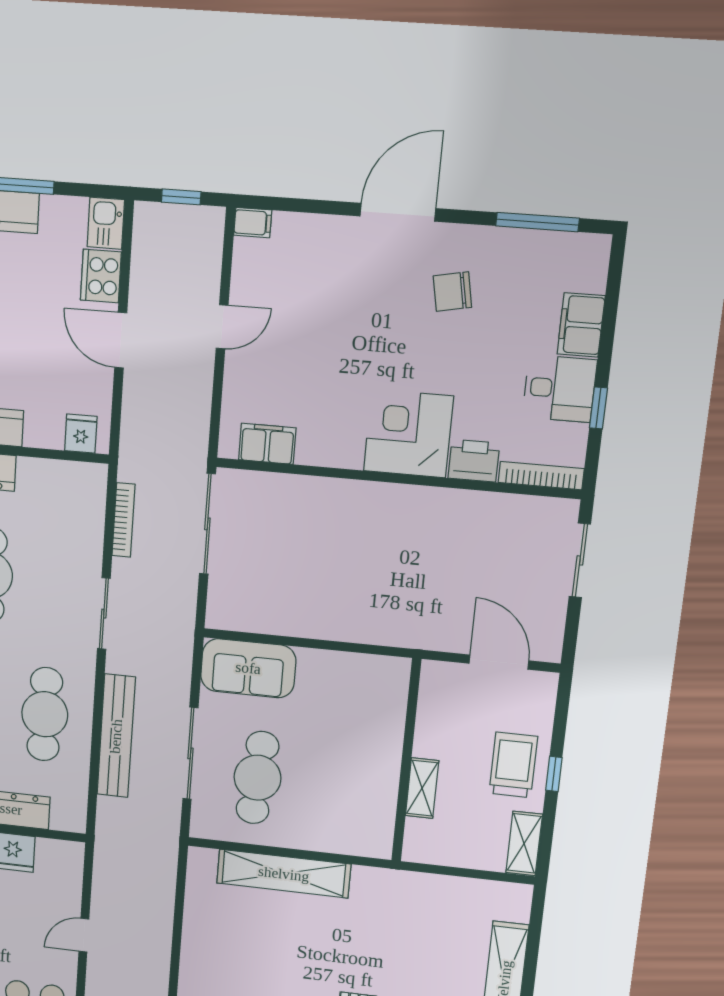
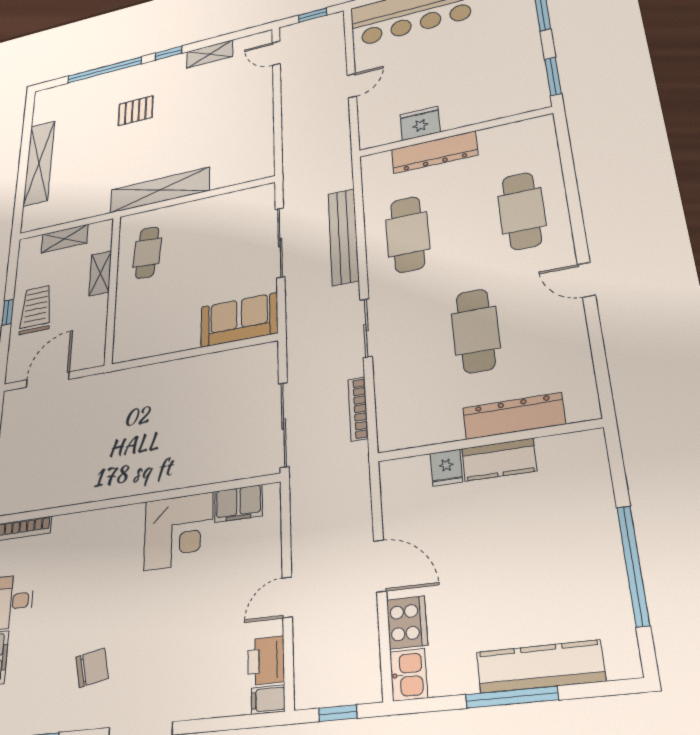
fridge: (81, 434) -> (446, 468), moved
corner desk: (408, 434) -> (179, 531), moved
printer: (474, 461) -> (266, 661), moved, turned 90
door: (499, 662) -> (48, 380), swing flipped
trolley: (513, 765) -> (36, 310), turned 180
cafe table: (258, 778) -> (147, 253), moved, width x0.73, depth x0.74
shelving: (524, 843) -> (65, 239), moved, turned 90
shelving: (284, 874) -> (160, 190), moved

